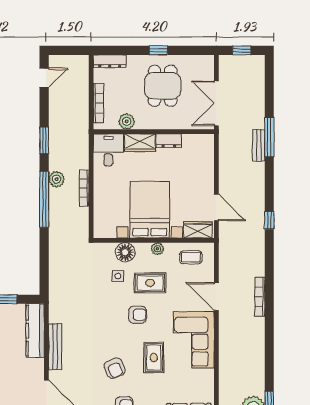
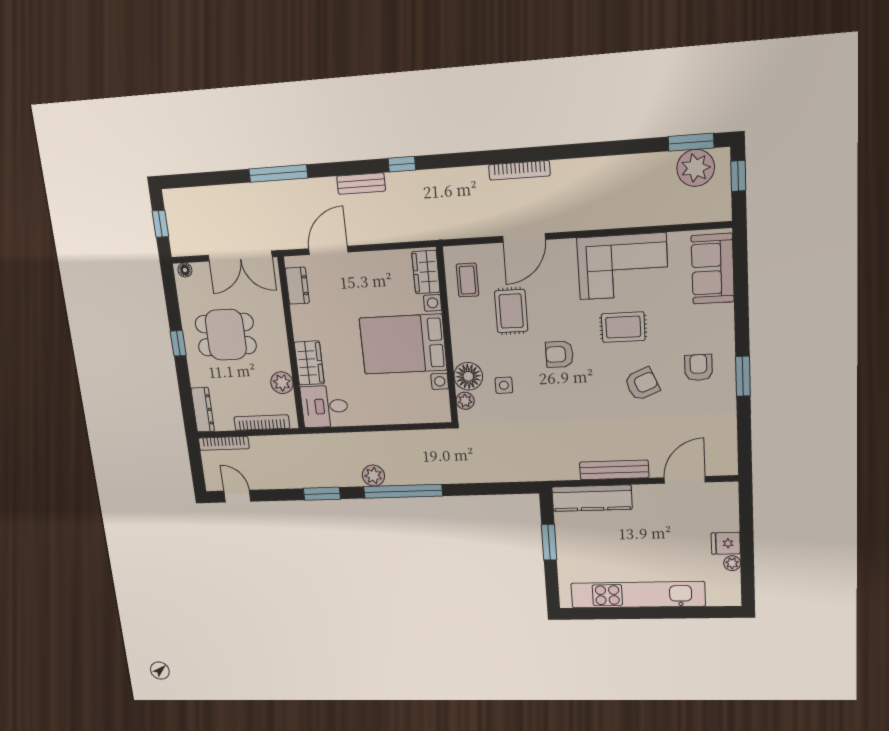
floor lamp: (209, 63) -> (185, 270), added
dresser: (169, 141) -> (297, 286), moved
bench: (259, 145) -> (361, 184), moved
bookcase: (84, 188) -> (224, 443), moved
door: (216, 207) -> (328, 250), moved
plant: (157, 249) -> (465, 401), moved
rug: (150, 283) -> (511, 311), moved
armchair: (137, 315) -> (559, 354), turned -90
corner sofa: (194, 340) -> (623, 266), moved

